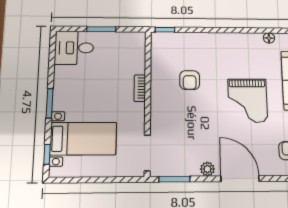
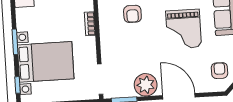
bed with nightstands: (83, 139) -> (46, 62), width x1.36
plant: (207, 169) -> (146, 85), width x1.88, depth x1.88

